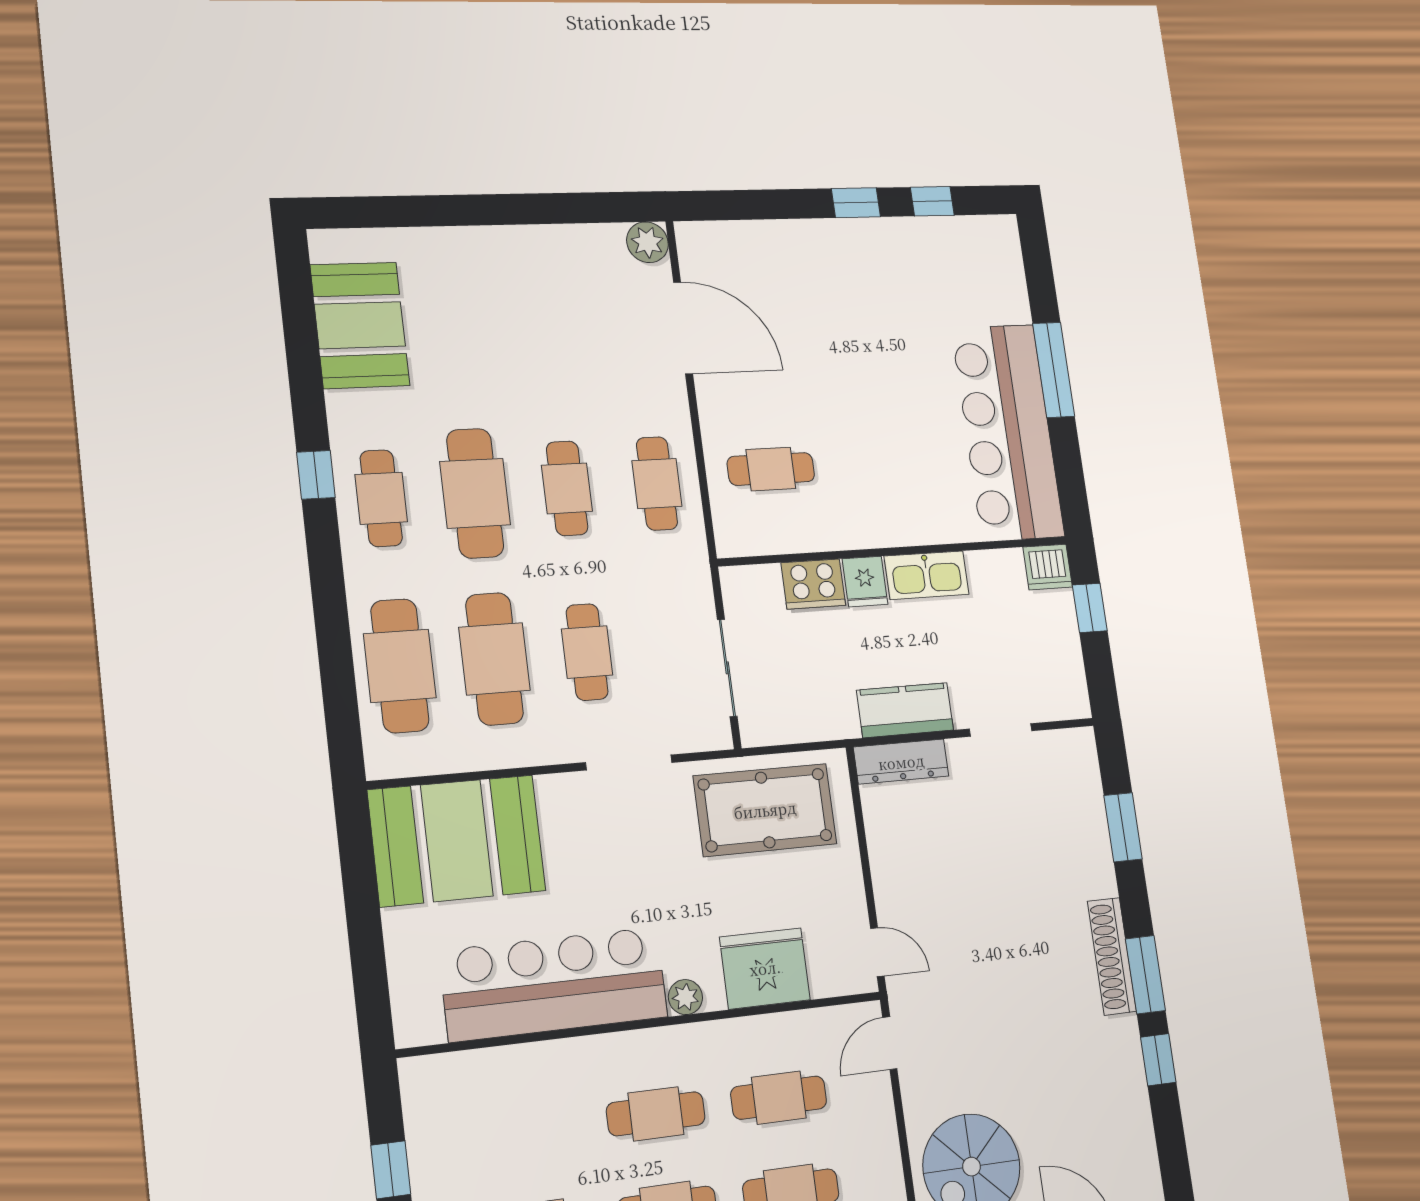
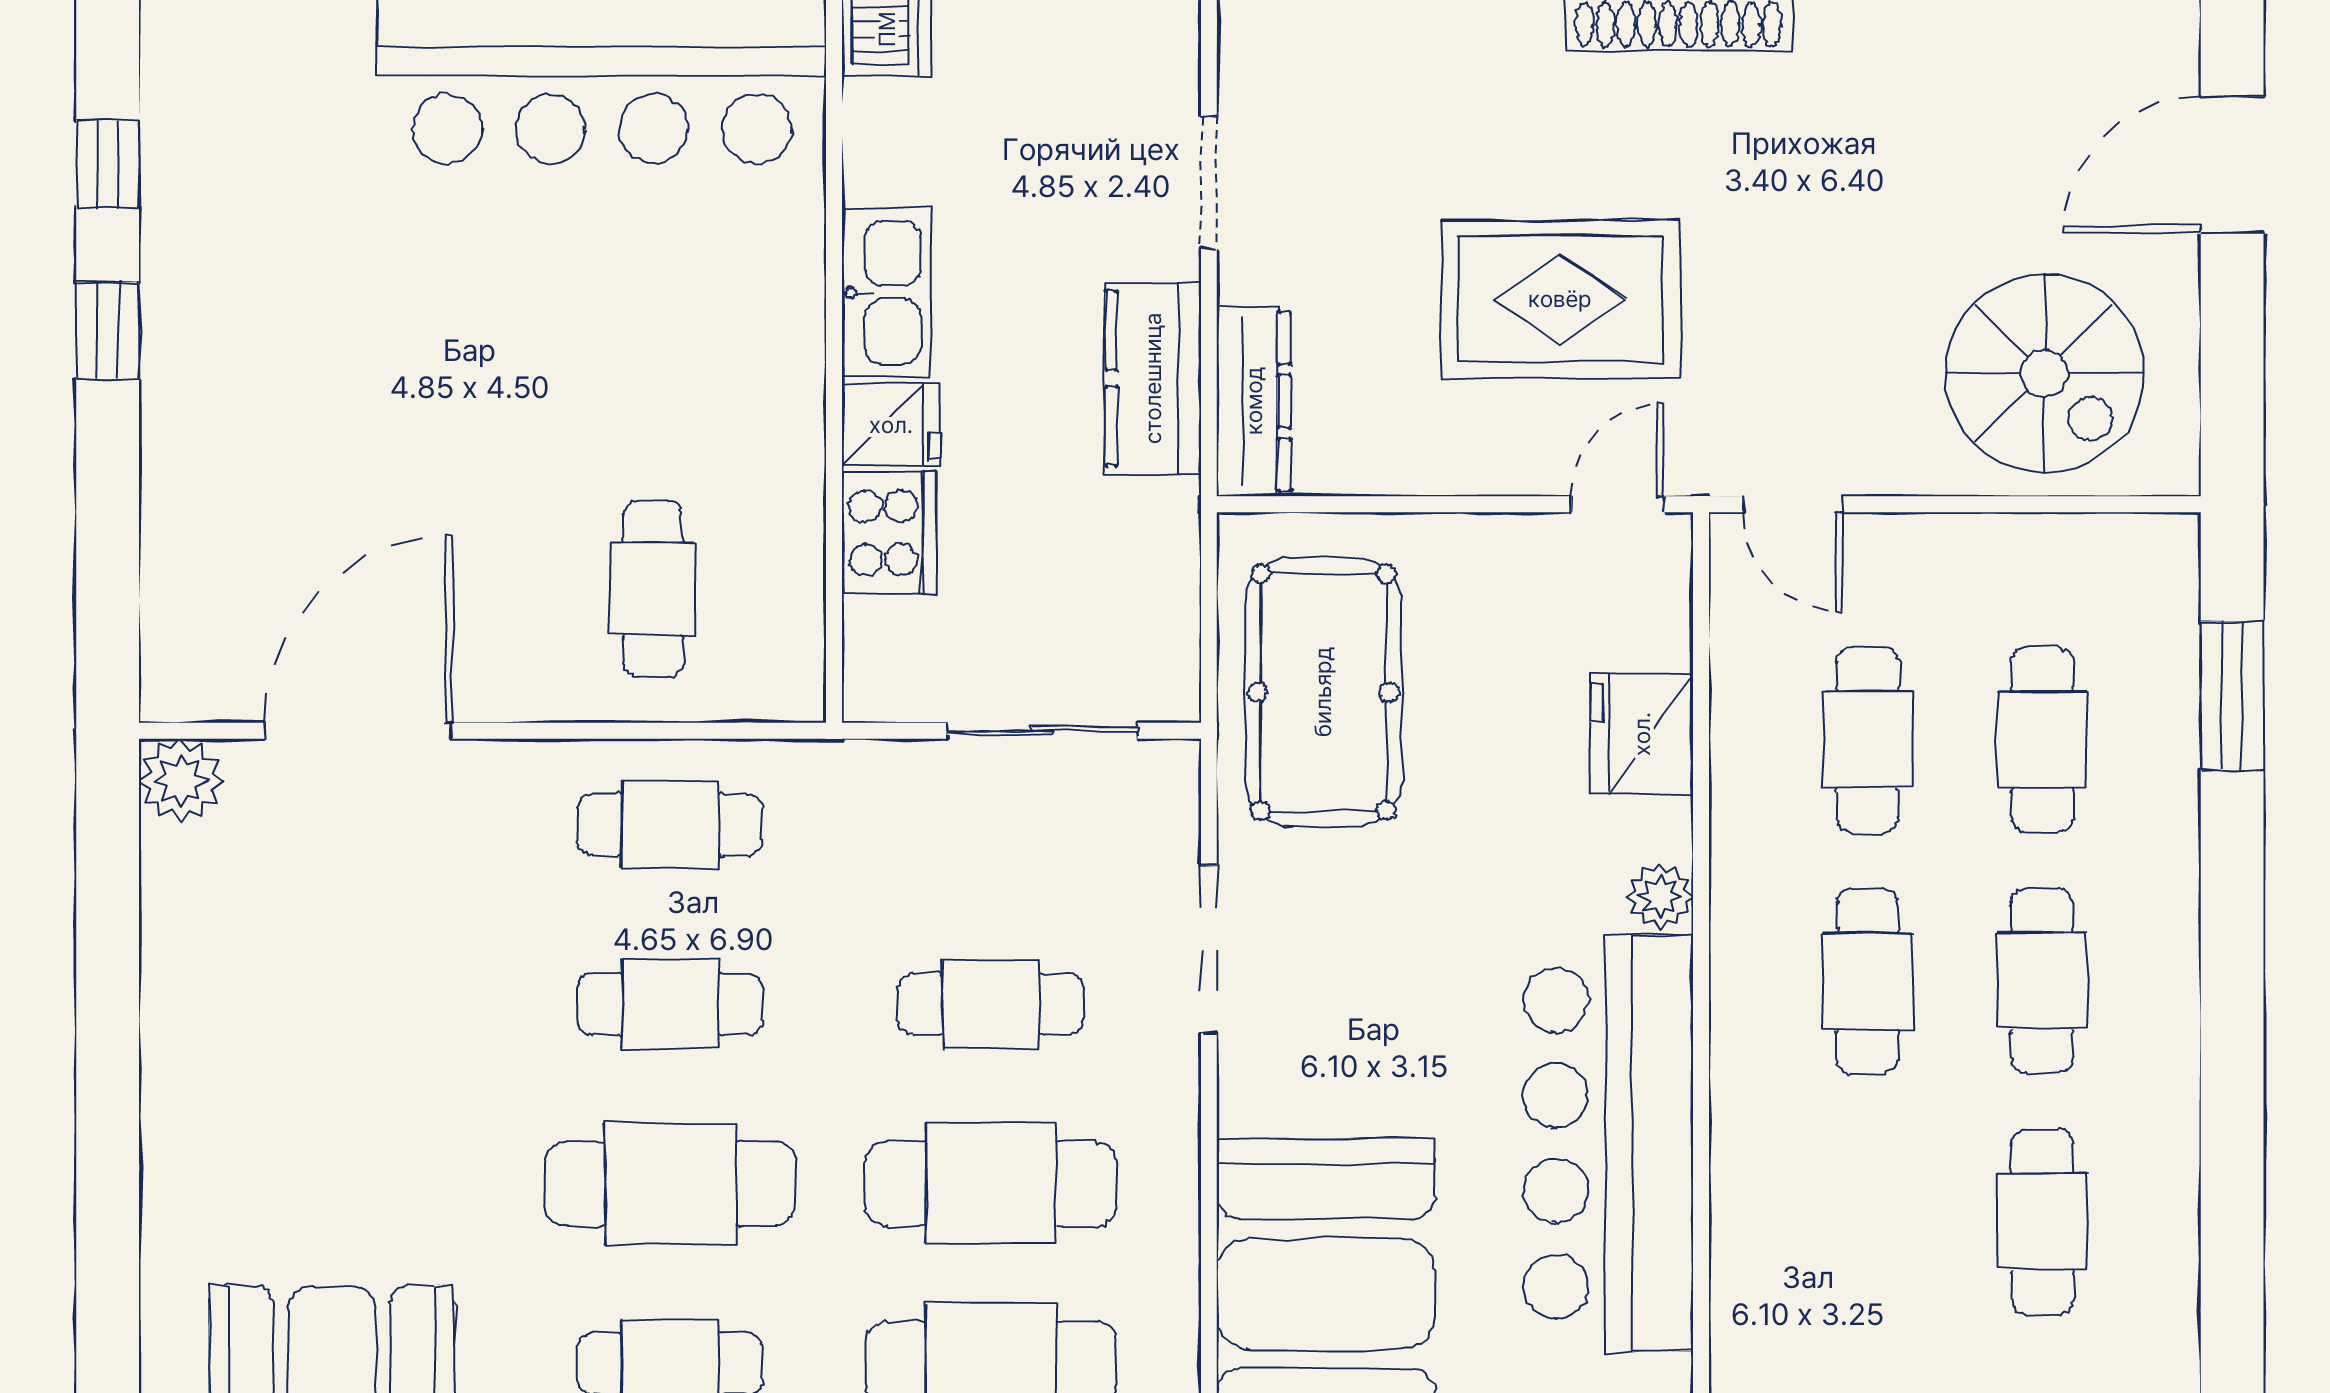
rug: (971, 912) -> (1560, 299), added
fridge: (765, 968) -> (1642, 734), width x0.73, depth x0.75

